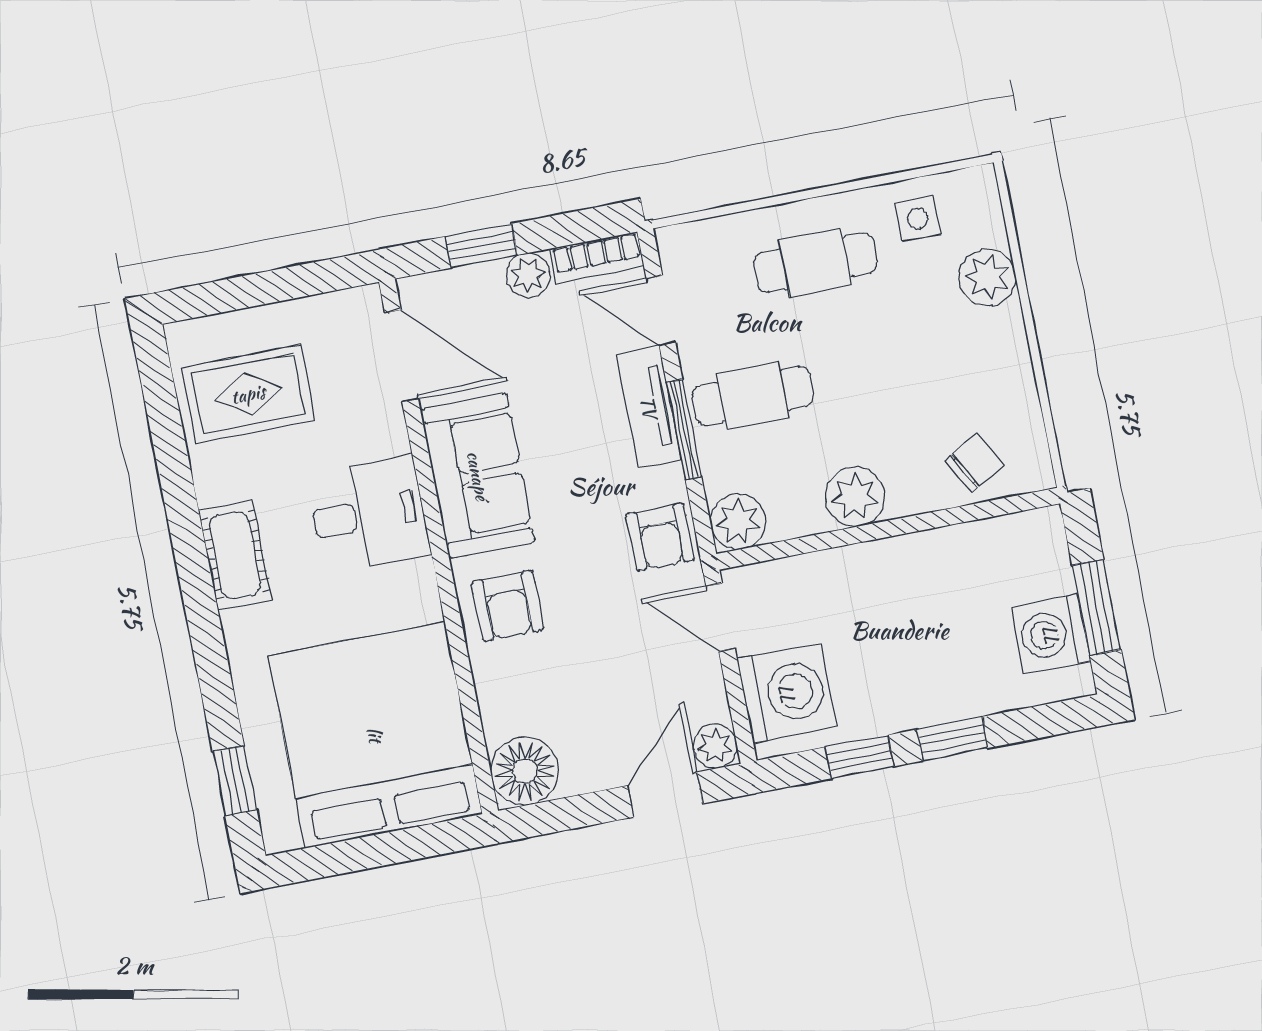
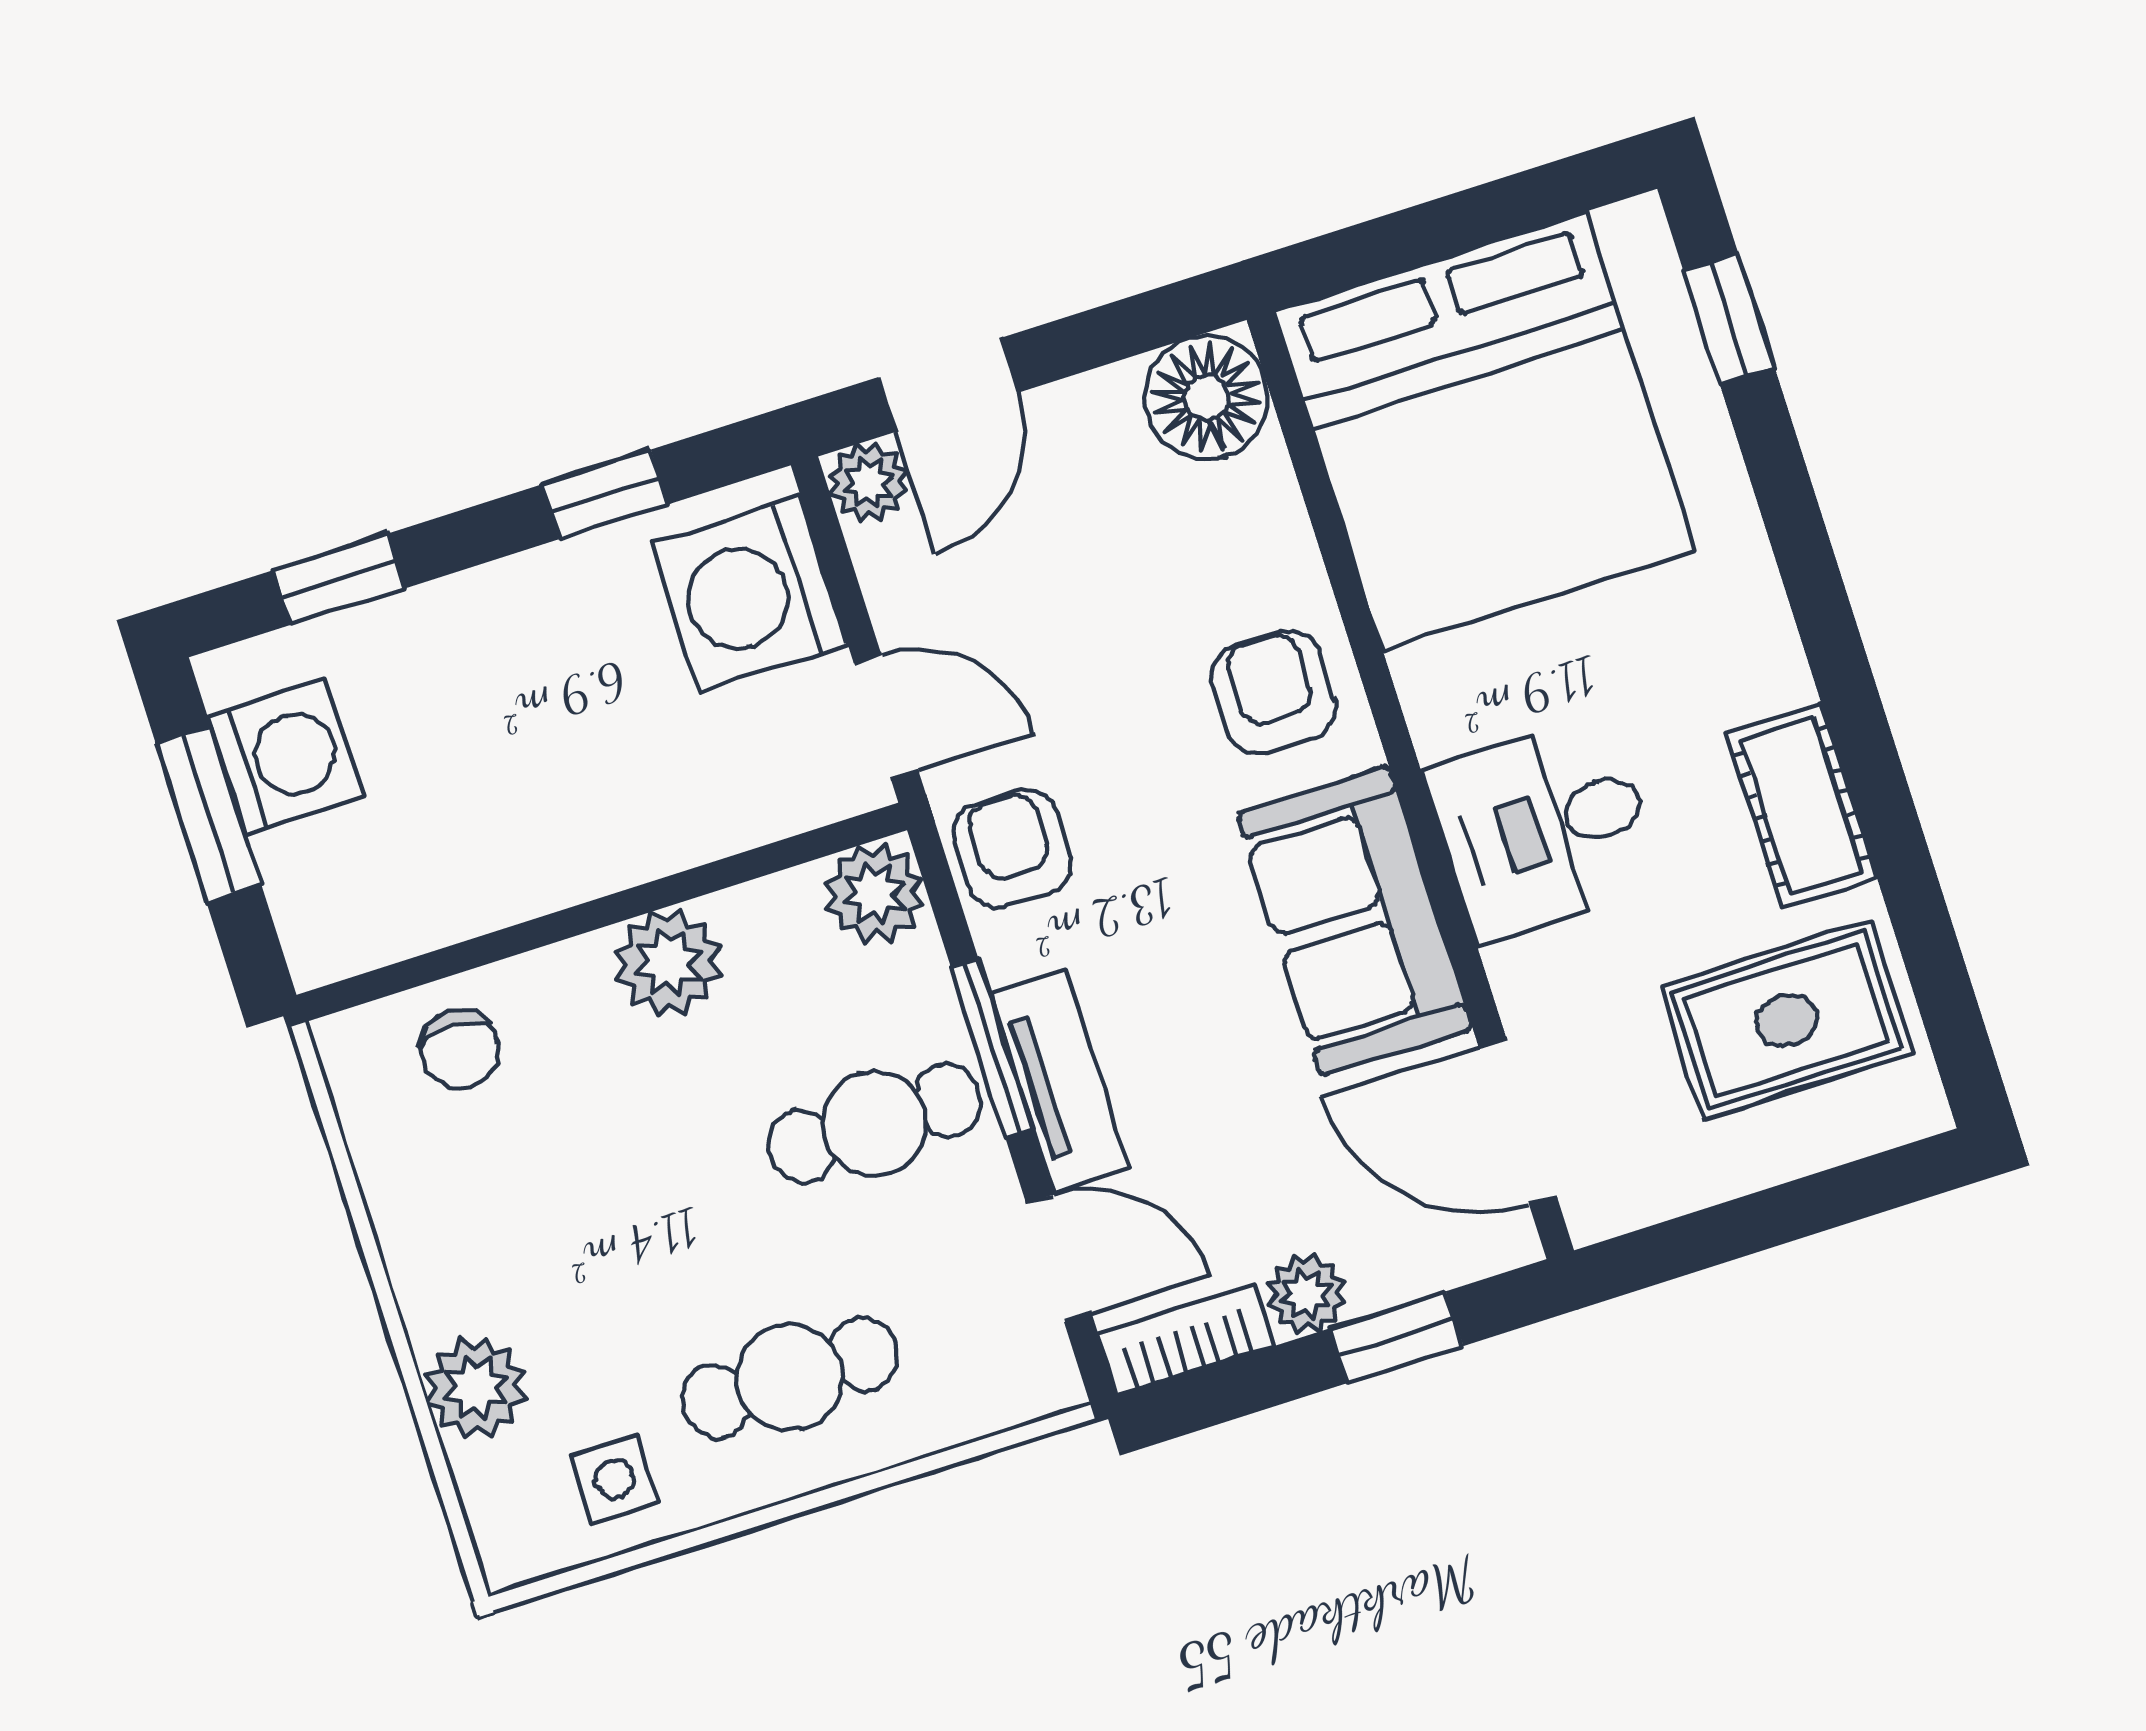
chair: (974, 463) -> (460, 1049), turned -61
cot: (235, 555) -> (1802, 806), moved
window: (953, 739) -> (340, 579), moved

